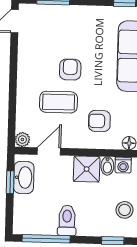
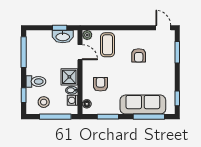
armchair: (70, 70) -> (139, 55), moved, turned 90
coffee table: (59, 102) -> (108, 45), moved
toilet: (67, 220) -> (36, 81), moved

